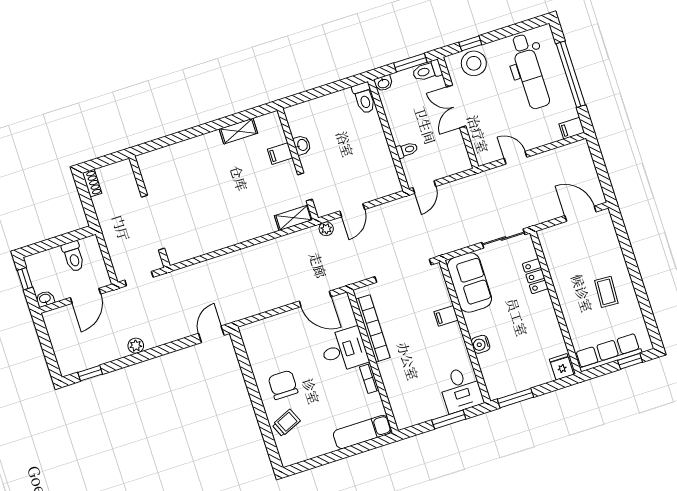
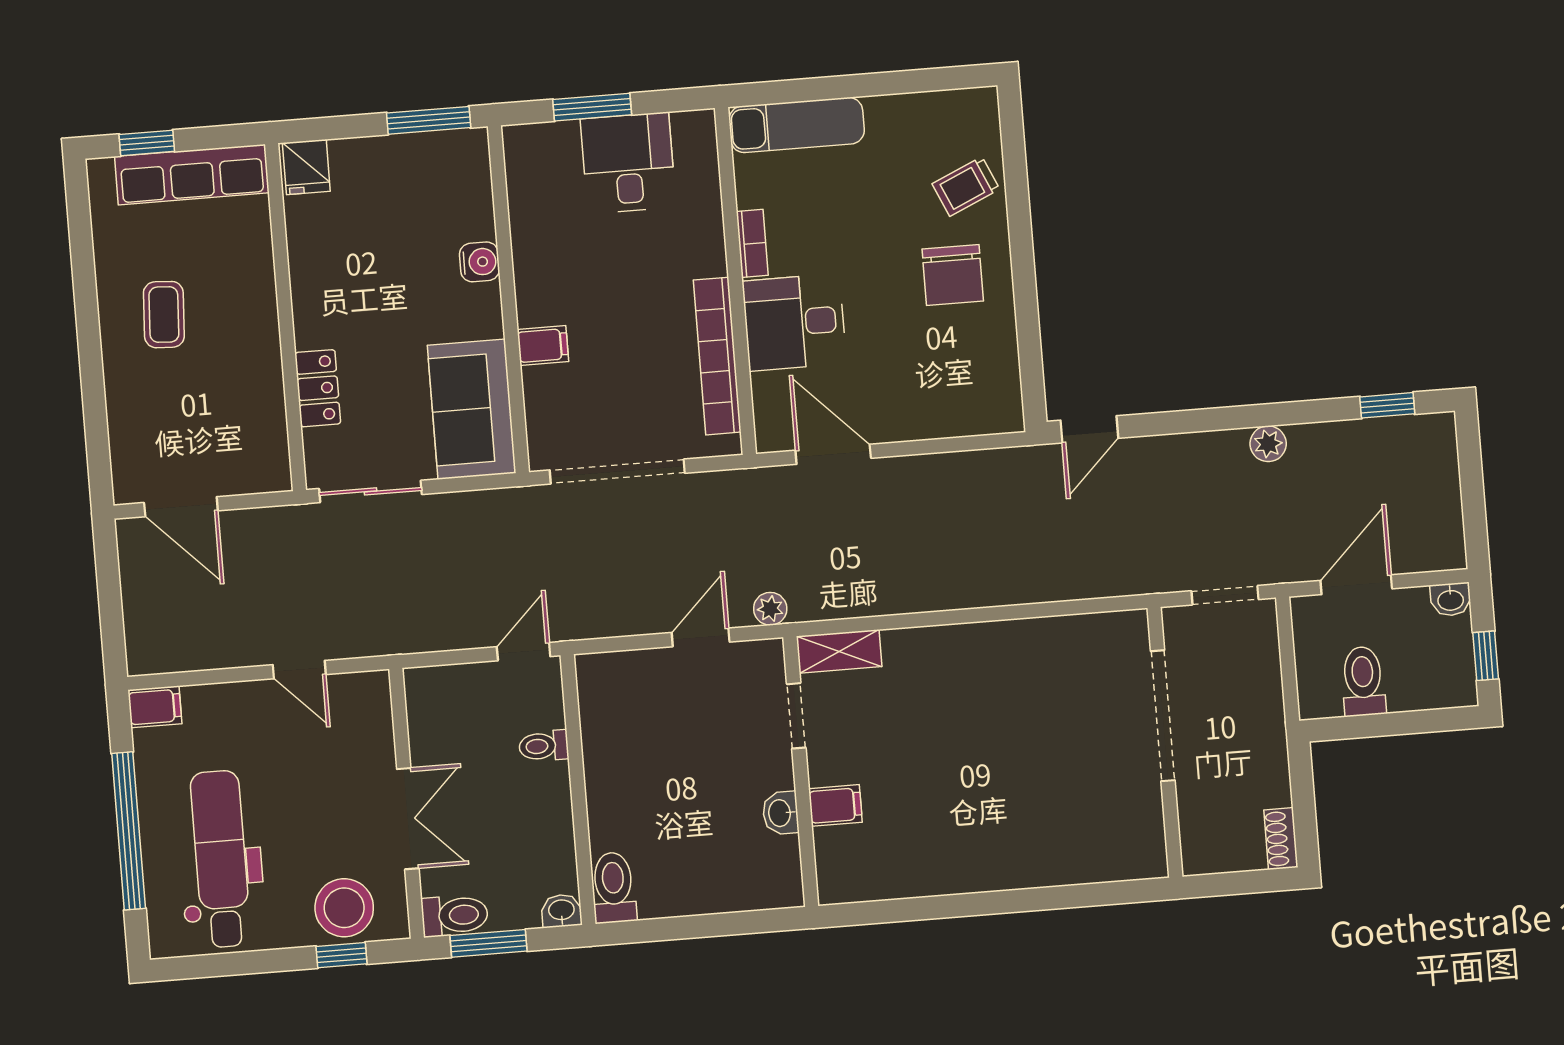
shelving: (238, 131) -> (919, 879), removed
desk: (461, 389) -> (628, 163), moved

